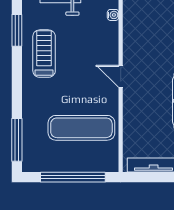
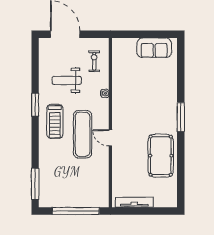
treadmill: (44, 54) -> (55, 121), turned 180
exercise mat: (81, 128) -> (83, 134), moved, turned 90

